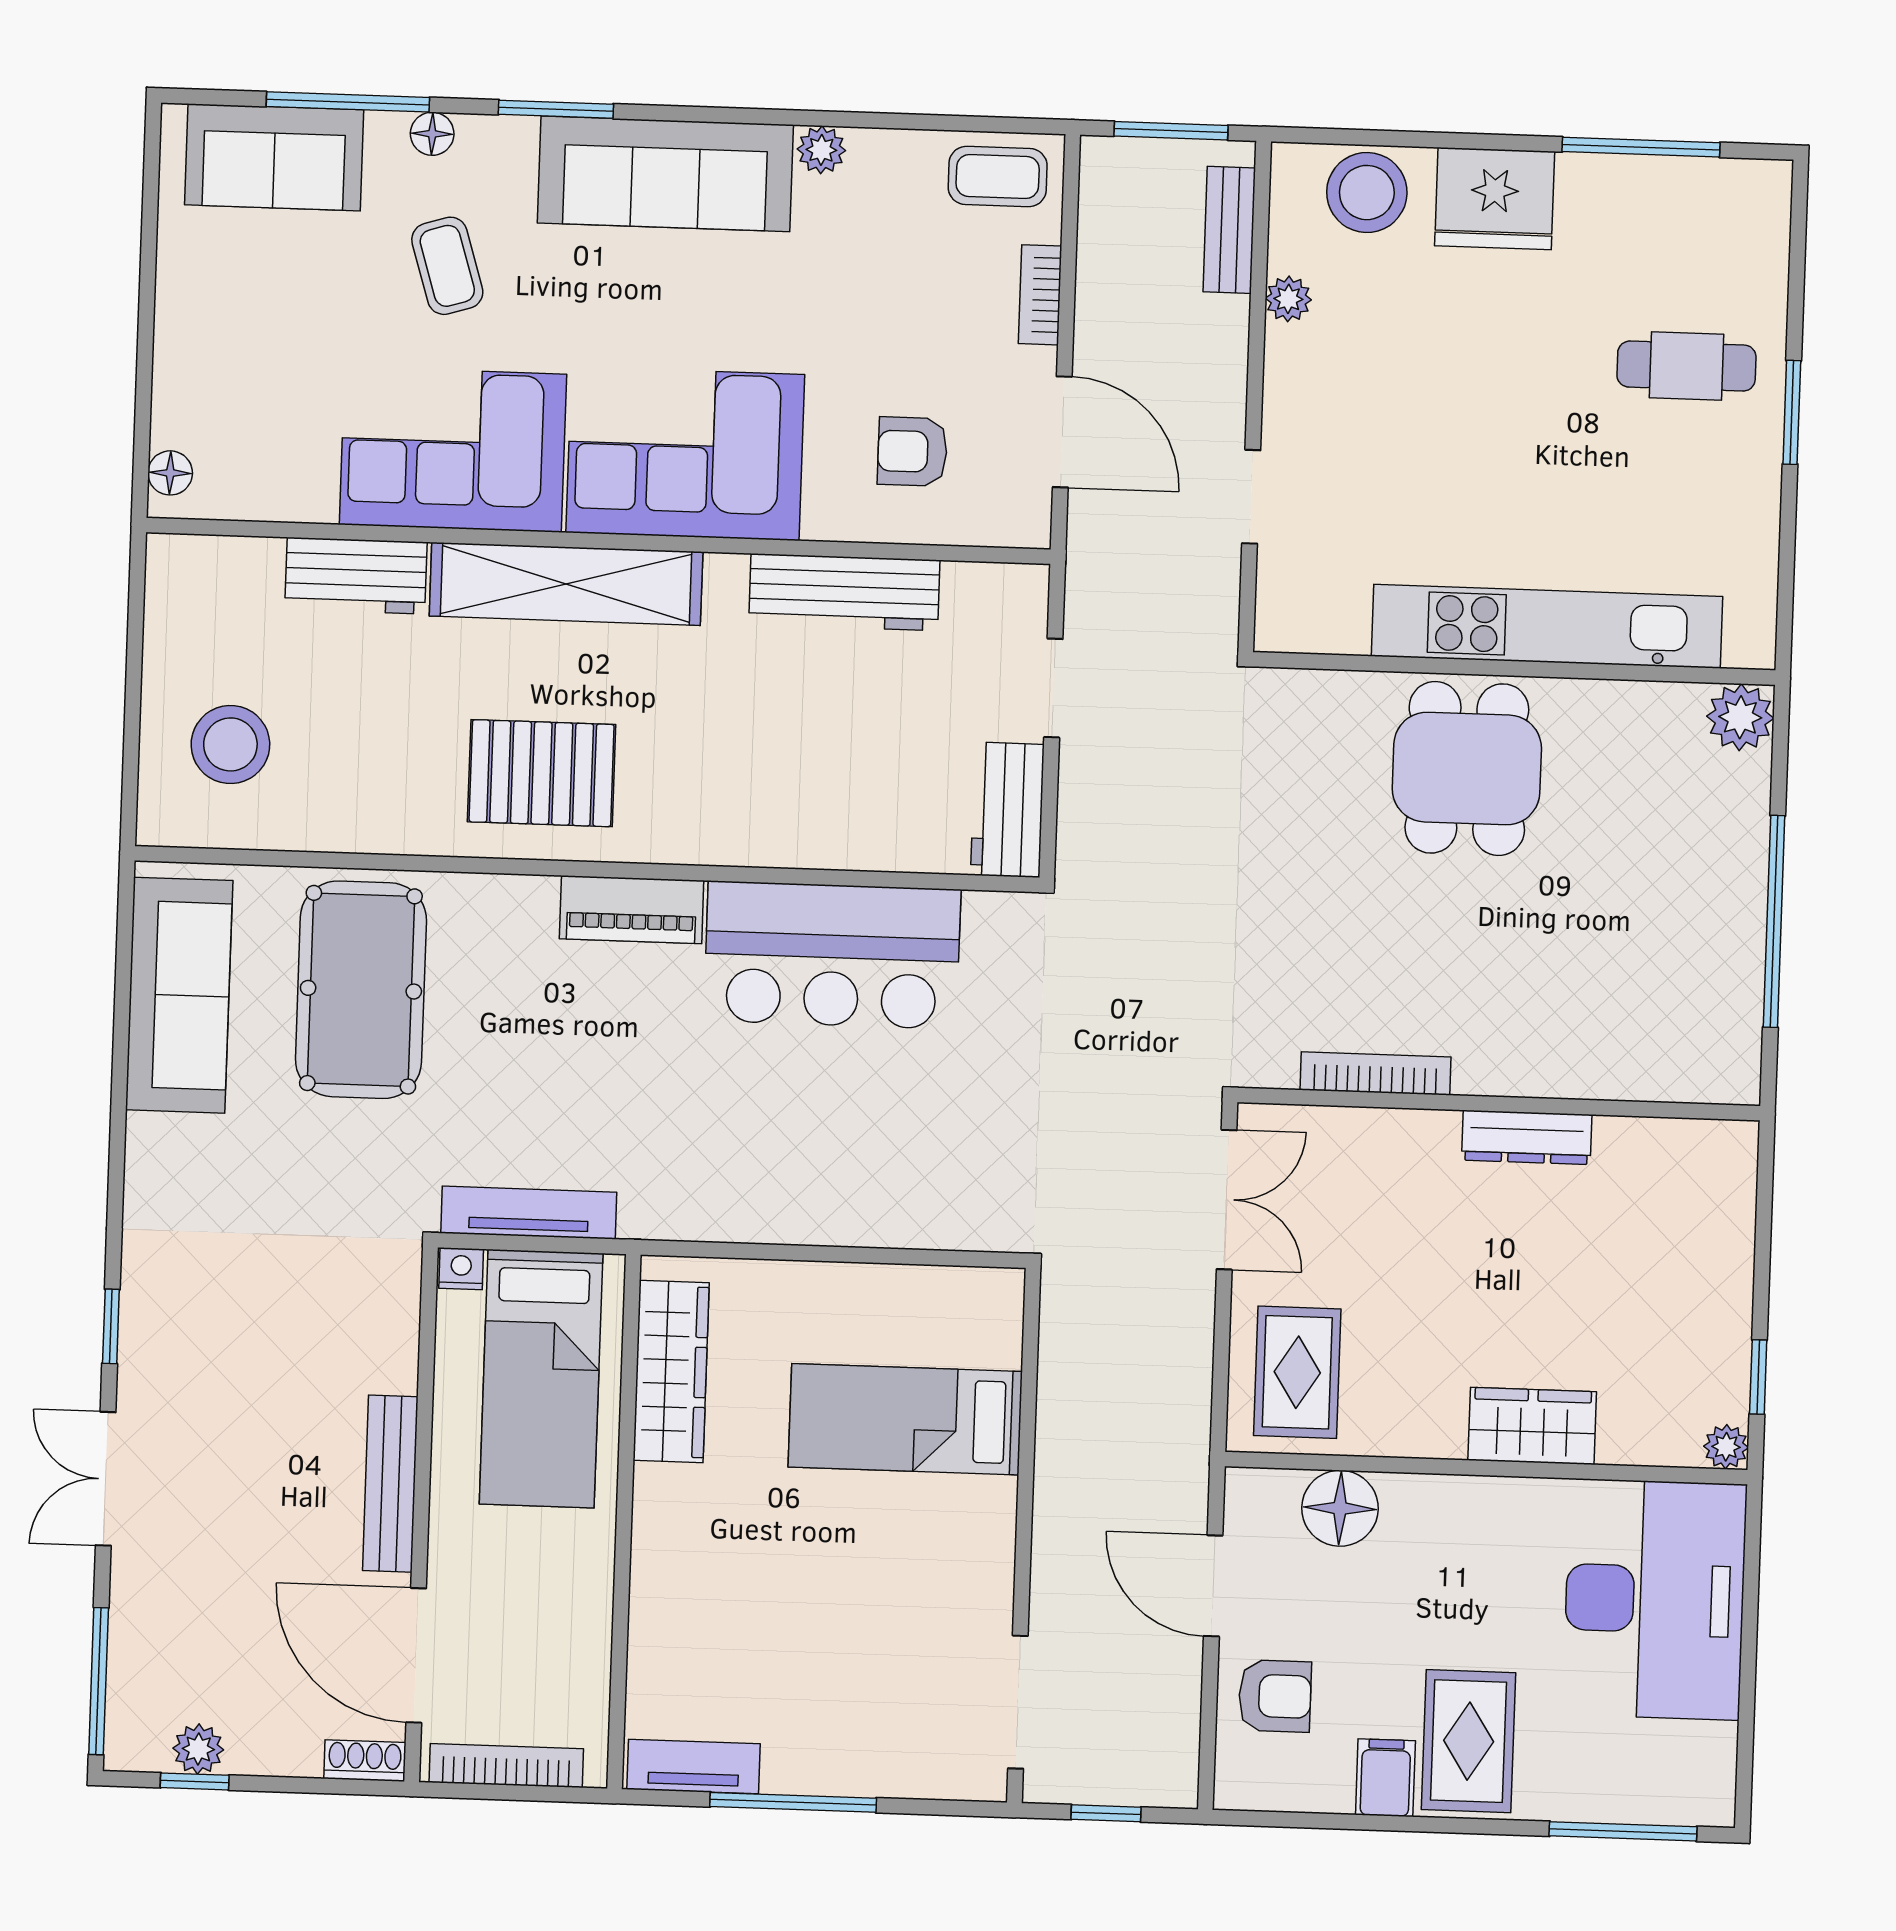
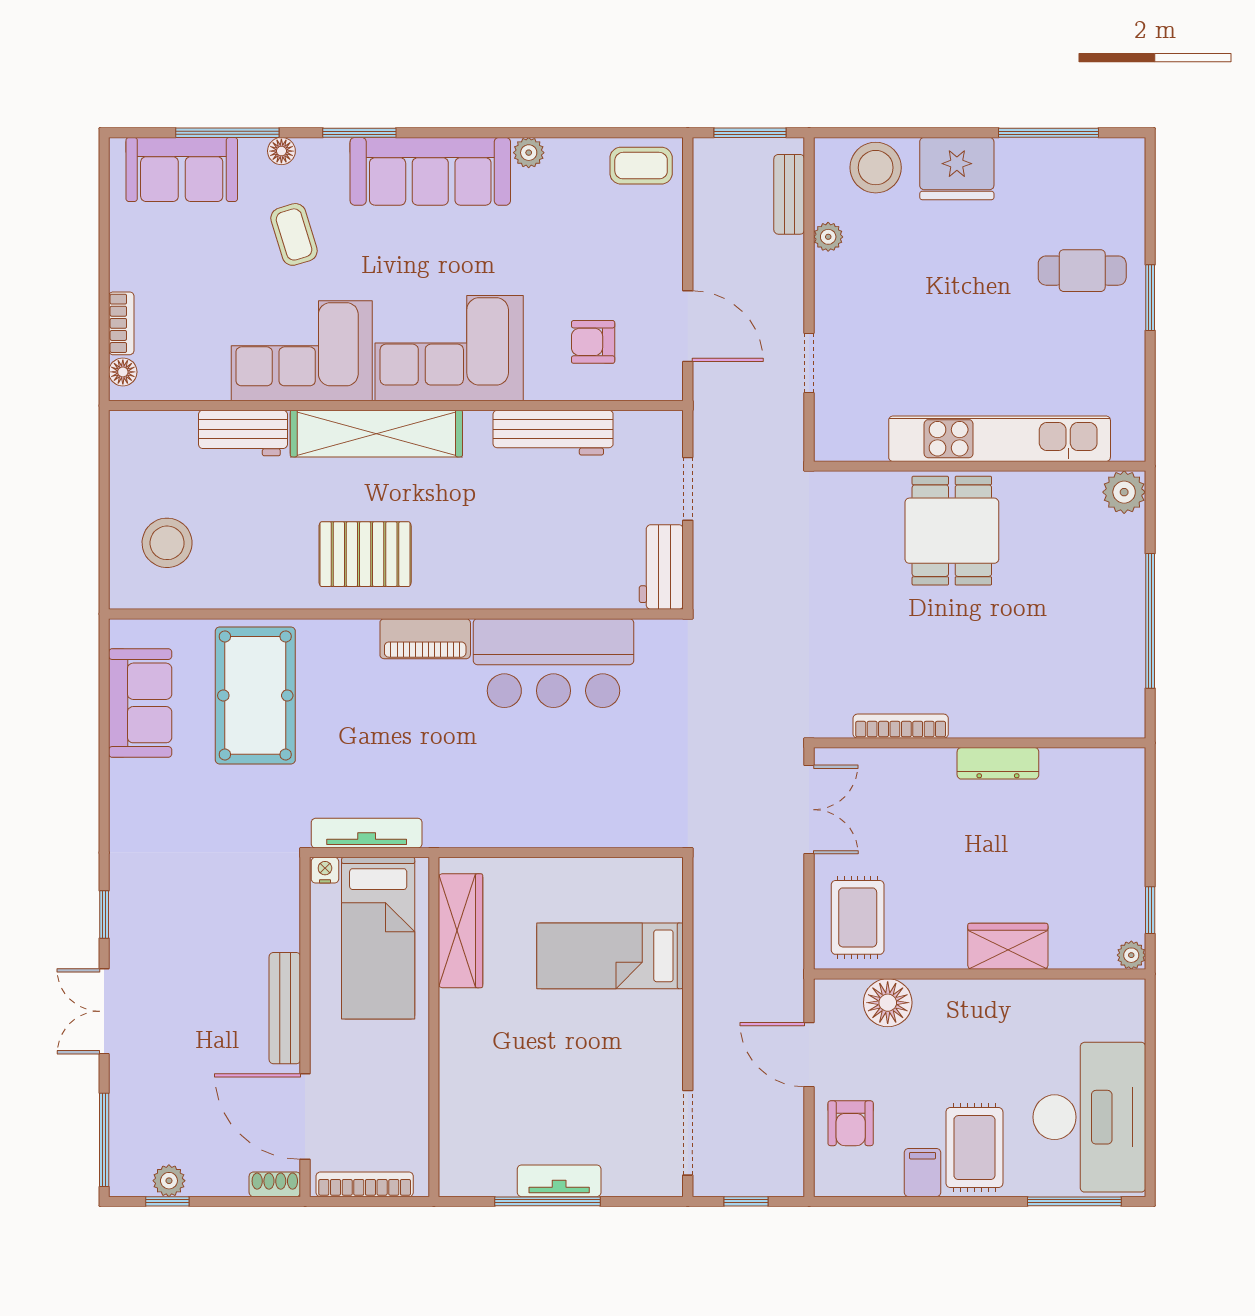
bookcase: (1040, 295) -> (121, 323), moved, turned 180
sofa: (179, 995) -> (140, 703), width x0.73
desk: (1655, 1599) -> (1089, 1117), moved
armchair: (1275, 1696) -> (851, 1123), turned 90
tv unit: (694, 1767) -> (559, 1181), moved

